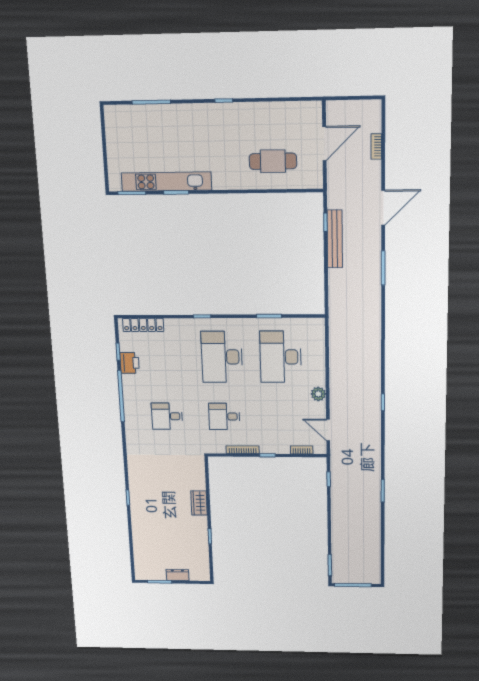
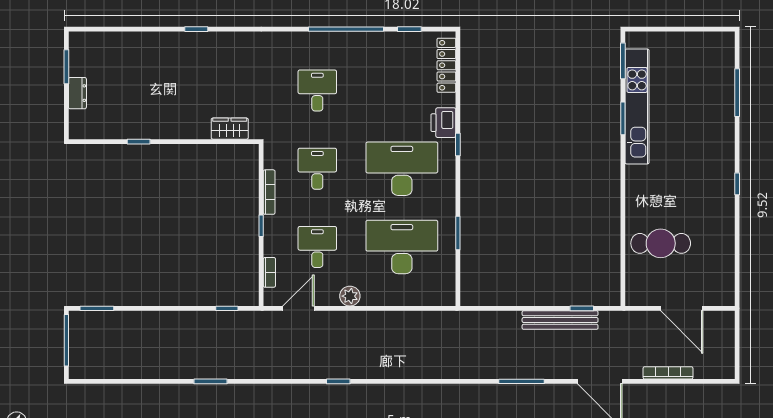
bookcase: (376, 146) -> (668, 373), width x1.56
cafe table: (273, 161) -> (661, 243), turned 90
printer: (130, 363) -> (443, 123), moved, turned 90
desk: (282, 417) -> (317, 247), added
wardrobe: (199, 503) -> (230, 129), moved

